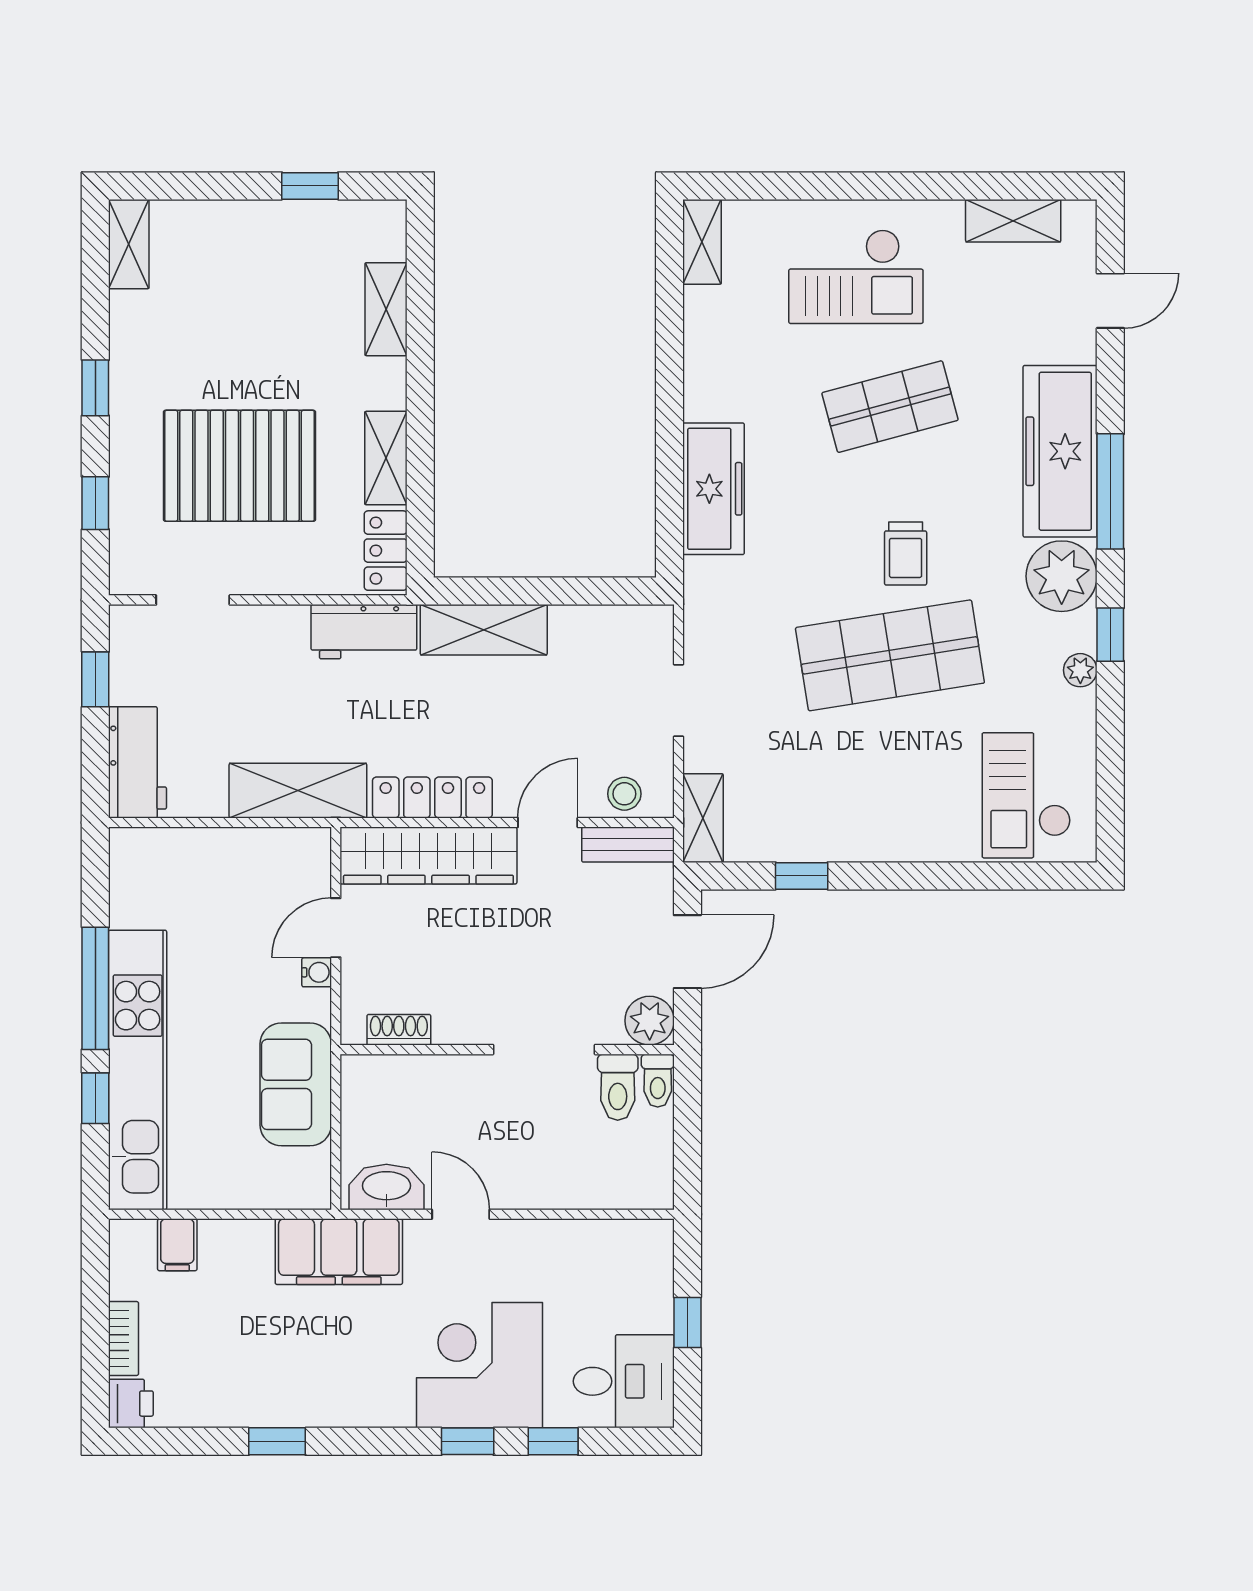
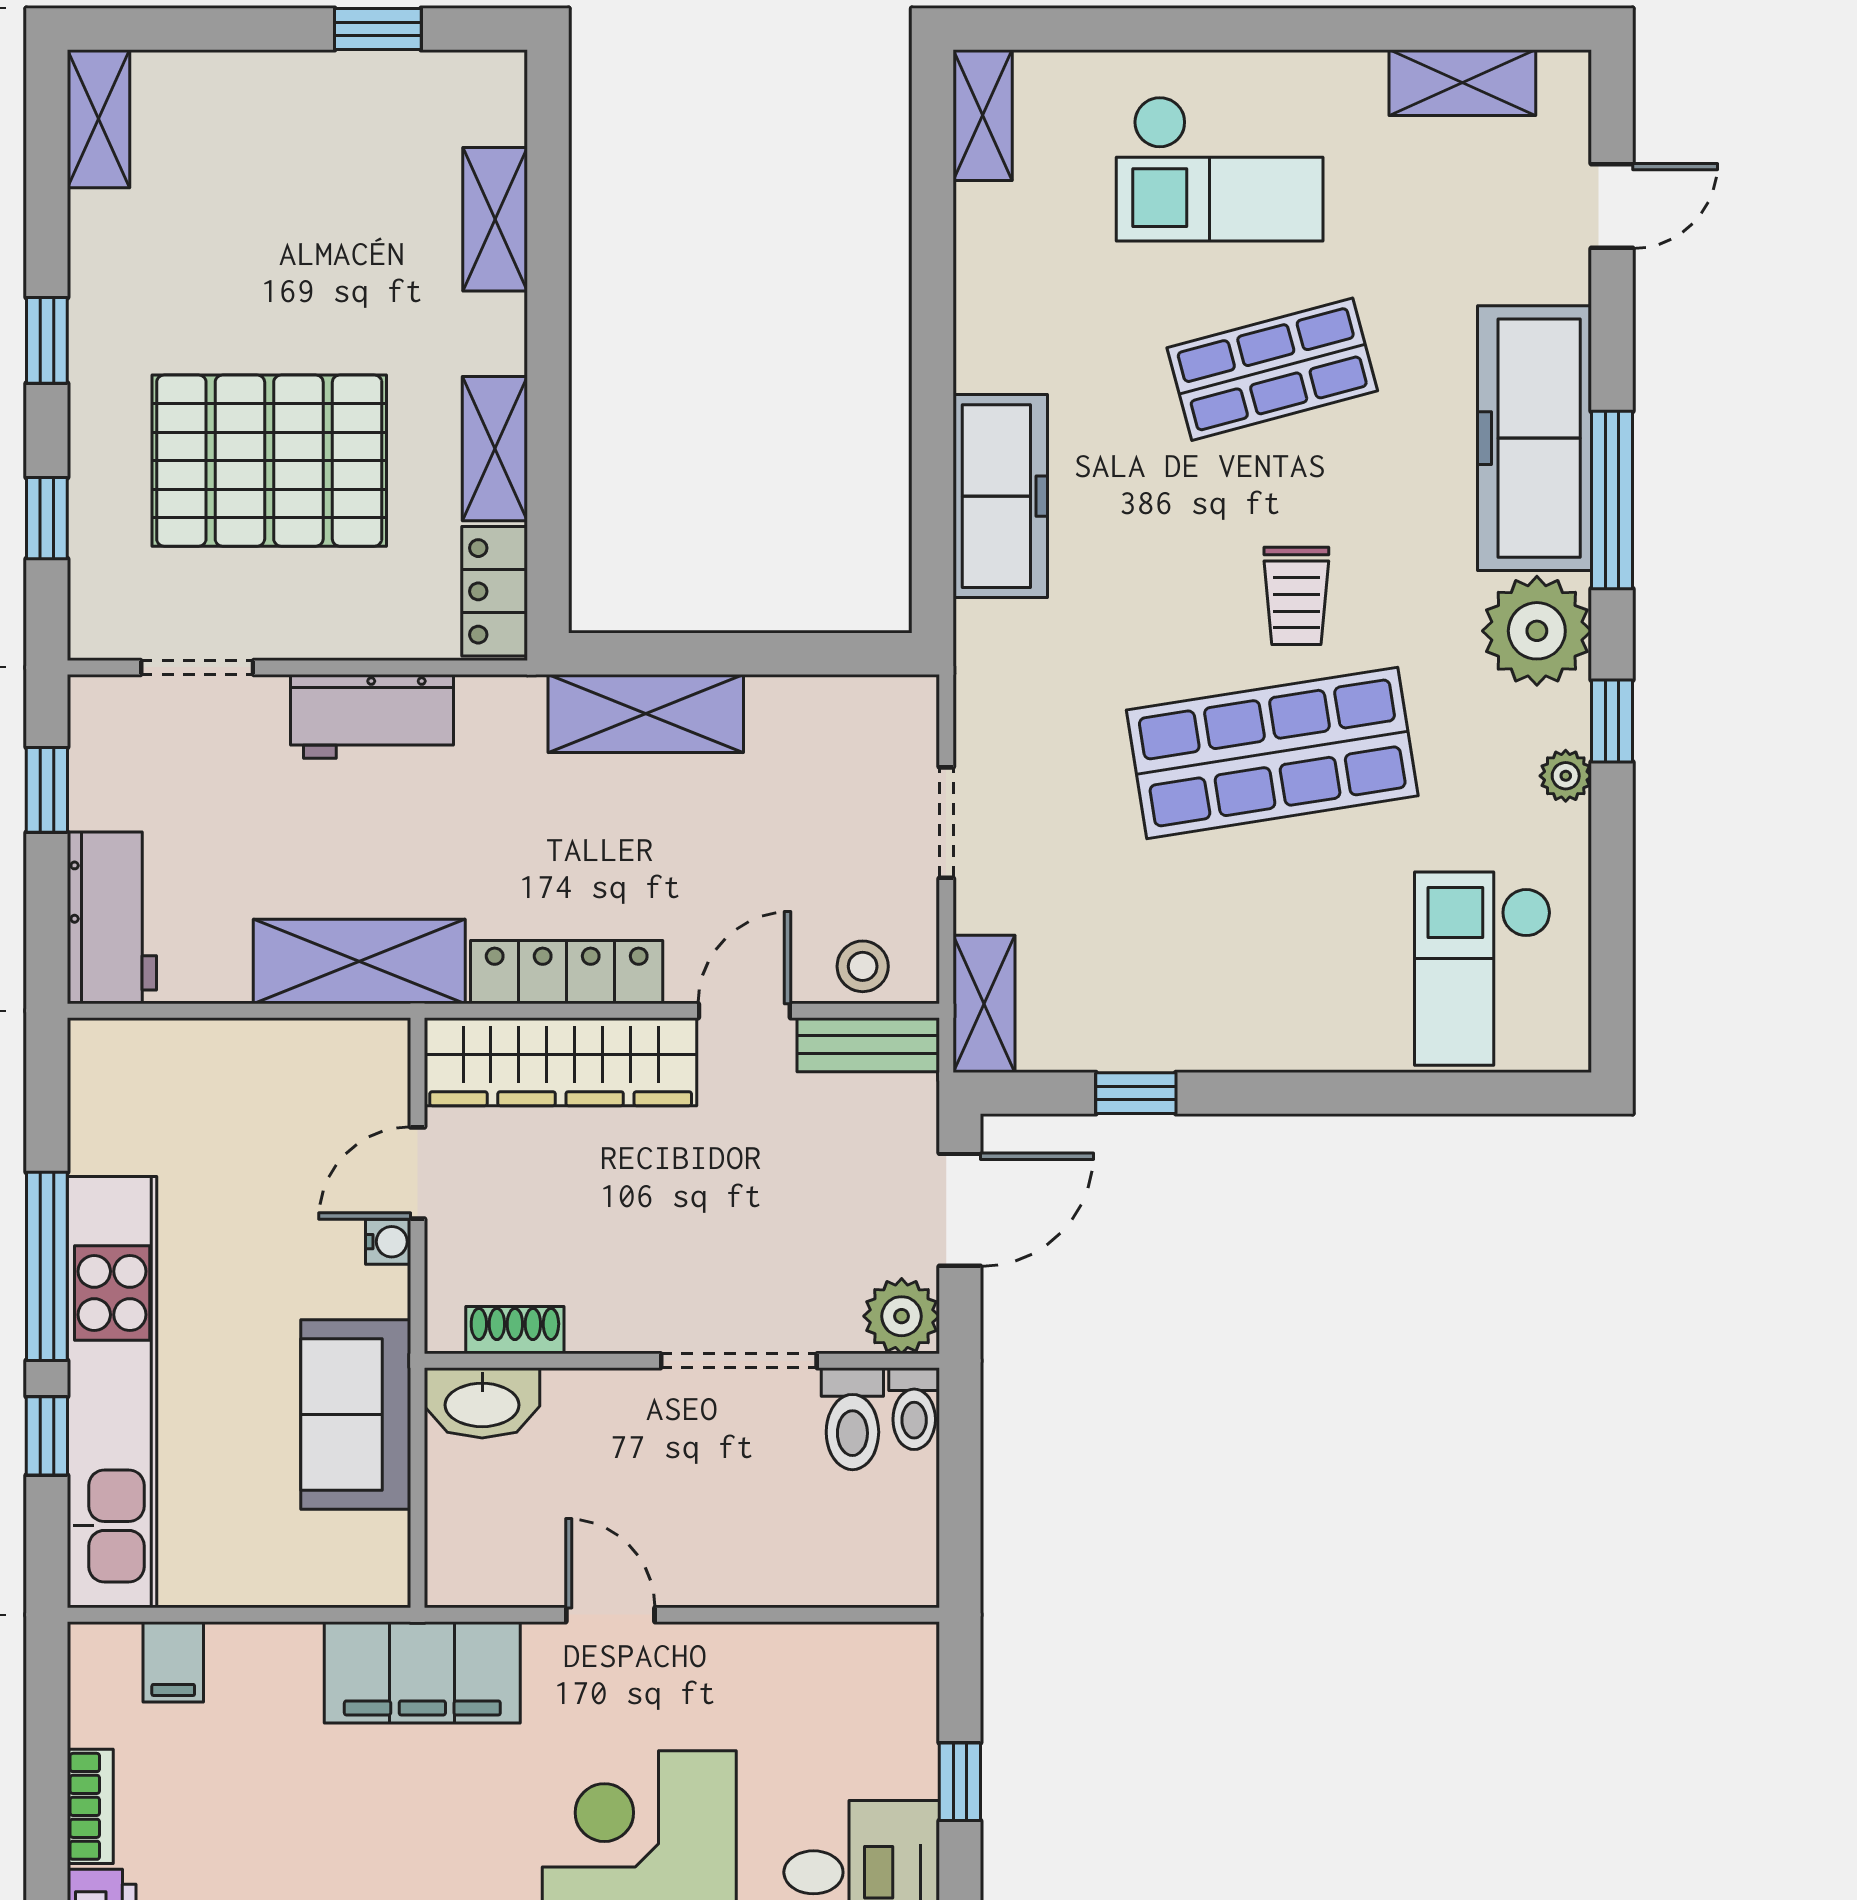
workbench: (364, 632) -> (372, 716), moved
washbasin: (386, 1187) -> (482, 1403), moved, turned 180

